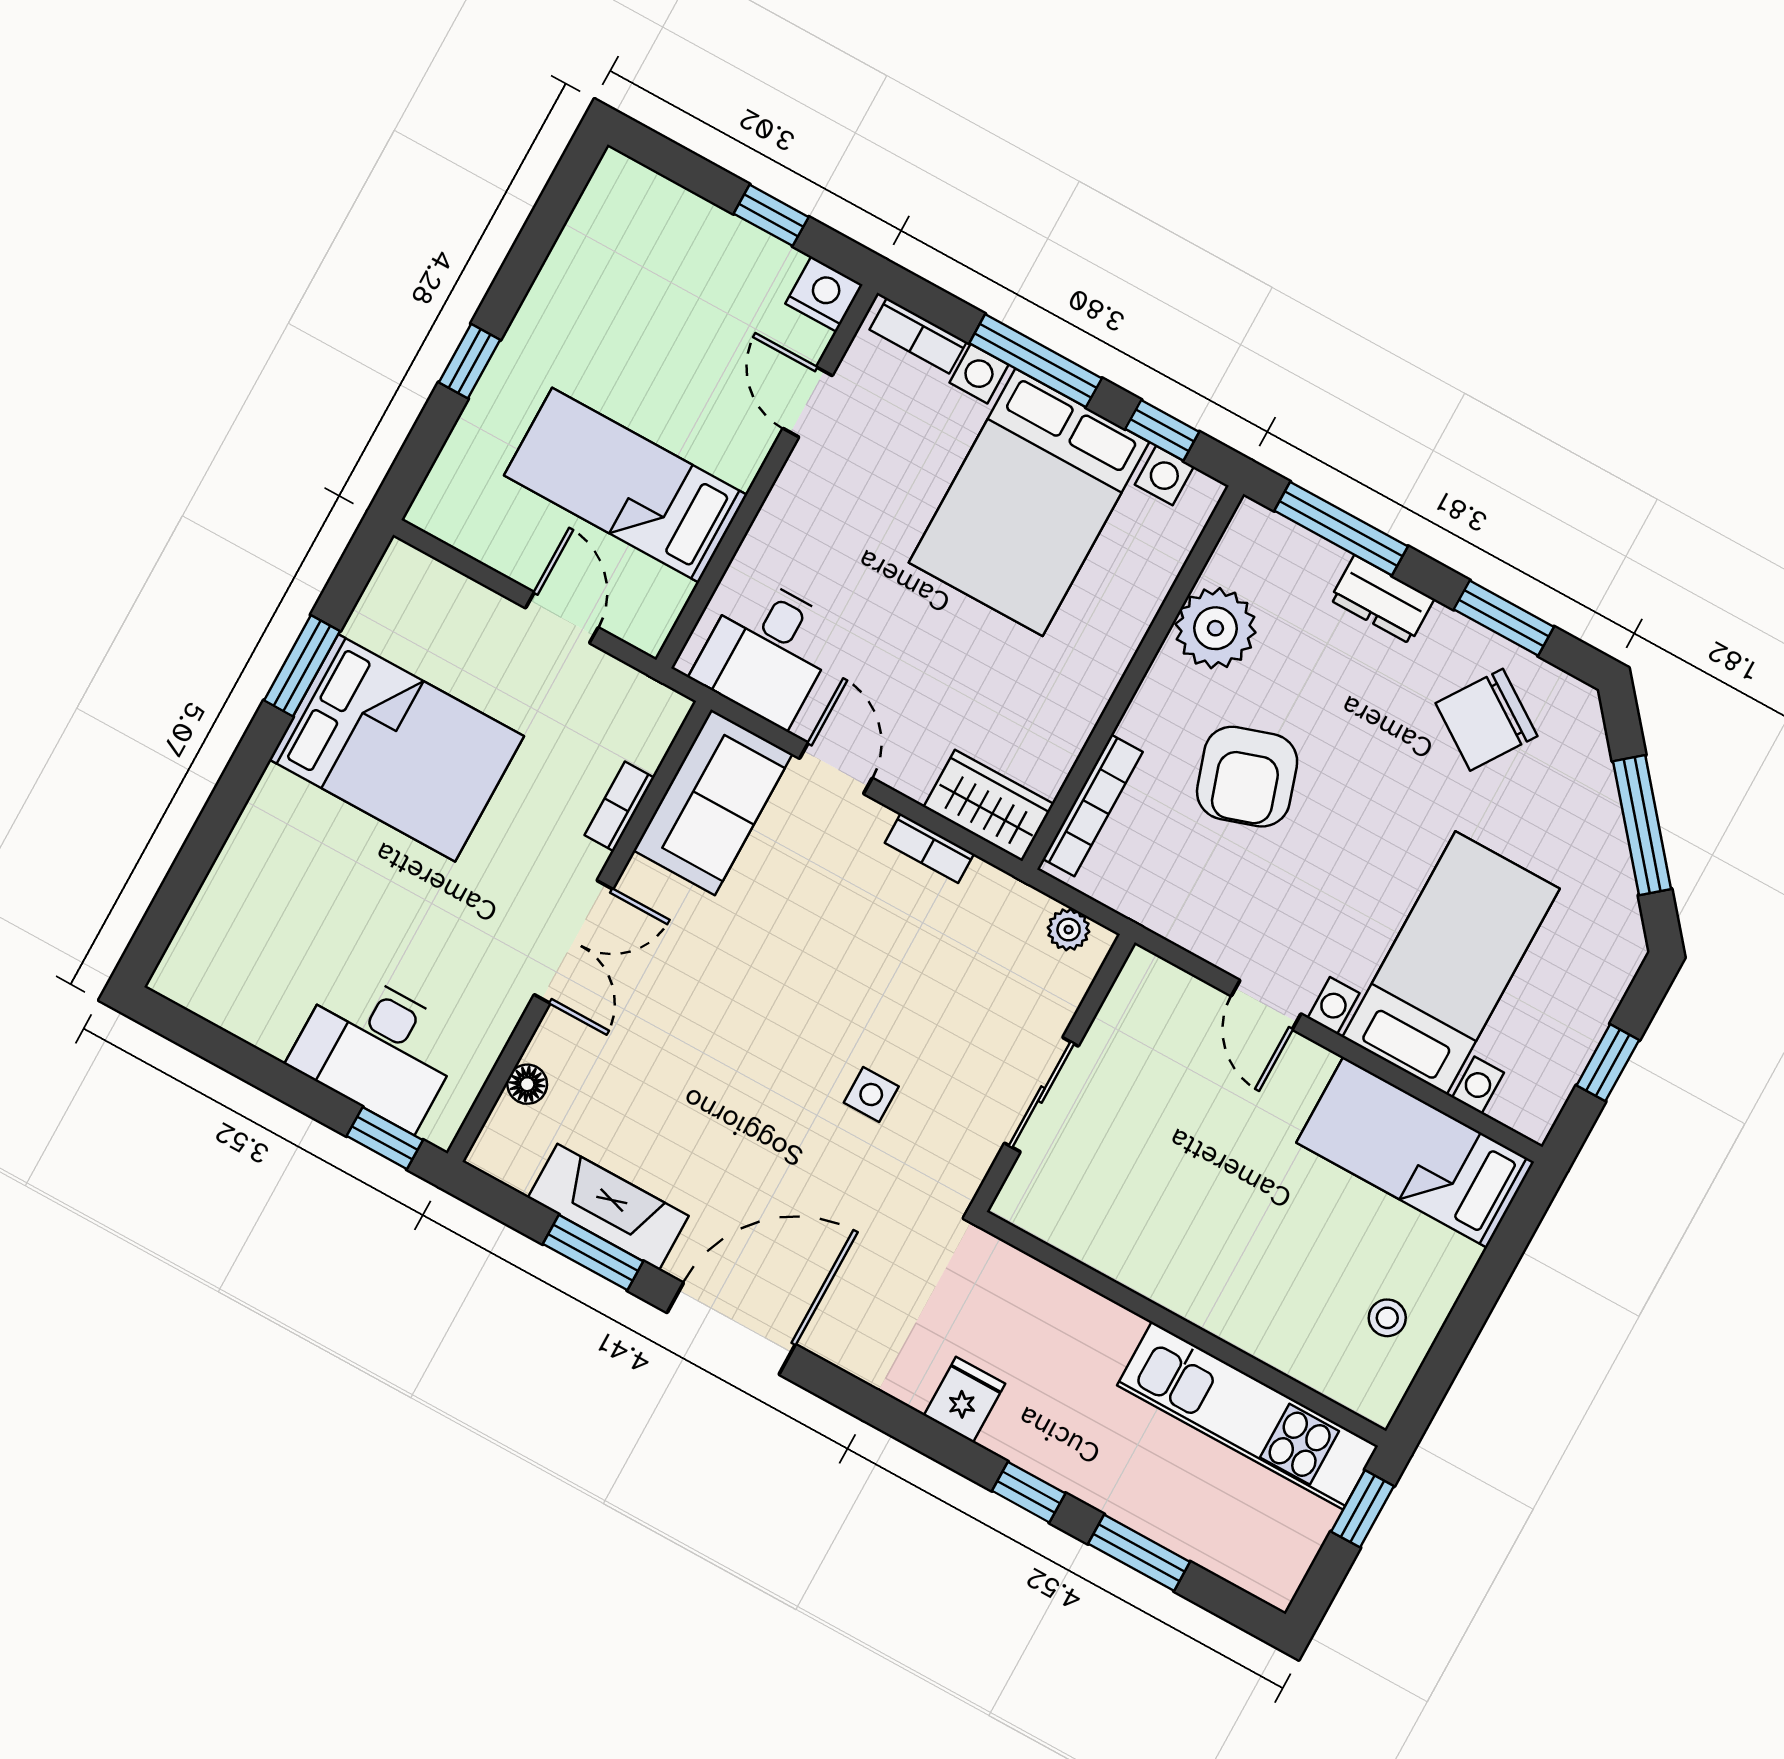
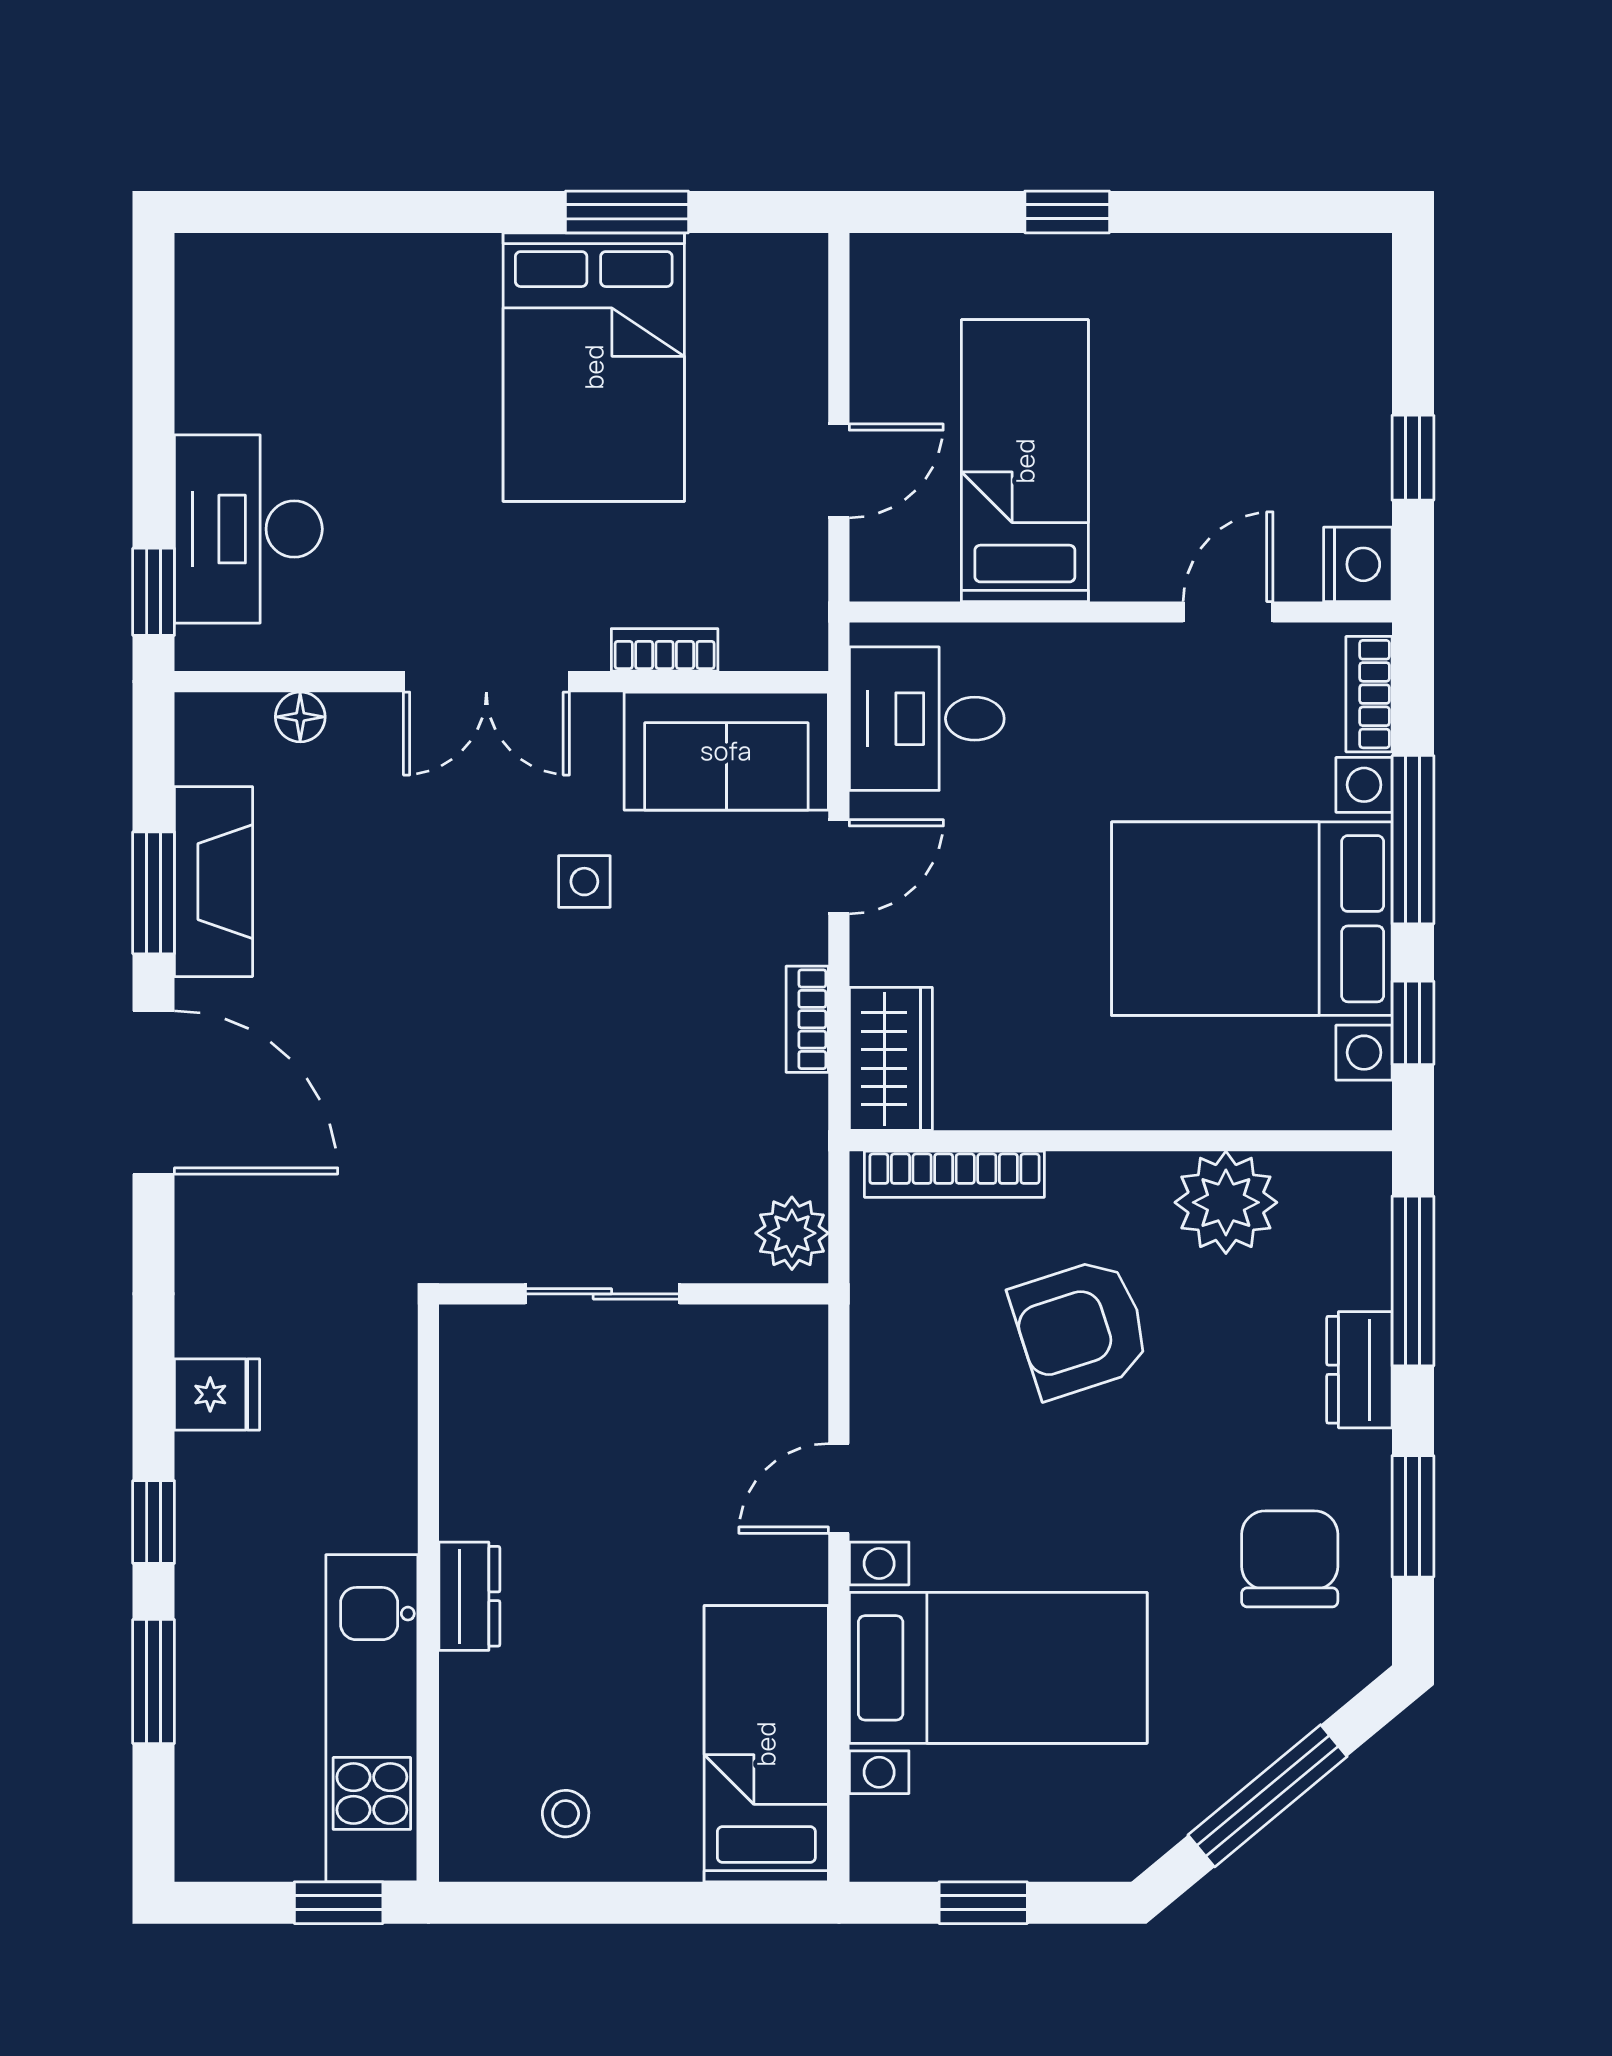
chair: (1487, 720) -> (1290, 1559), turned 56
plant: (1069, 930) -> (792, 1233), width x1.38, depth x1.38
side table: (871, 1094) -> (584, 882), moved
dresser: (1200, 1302) -> (469, 1596), added

